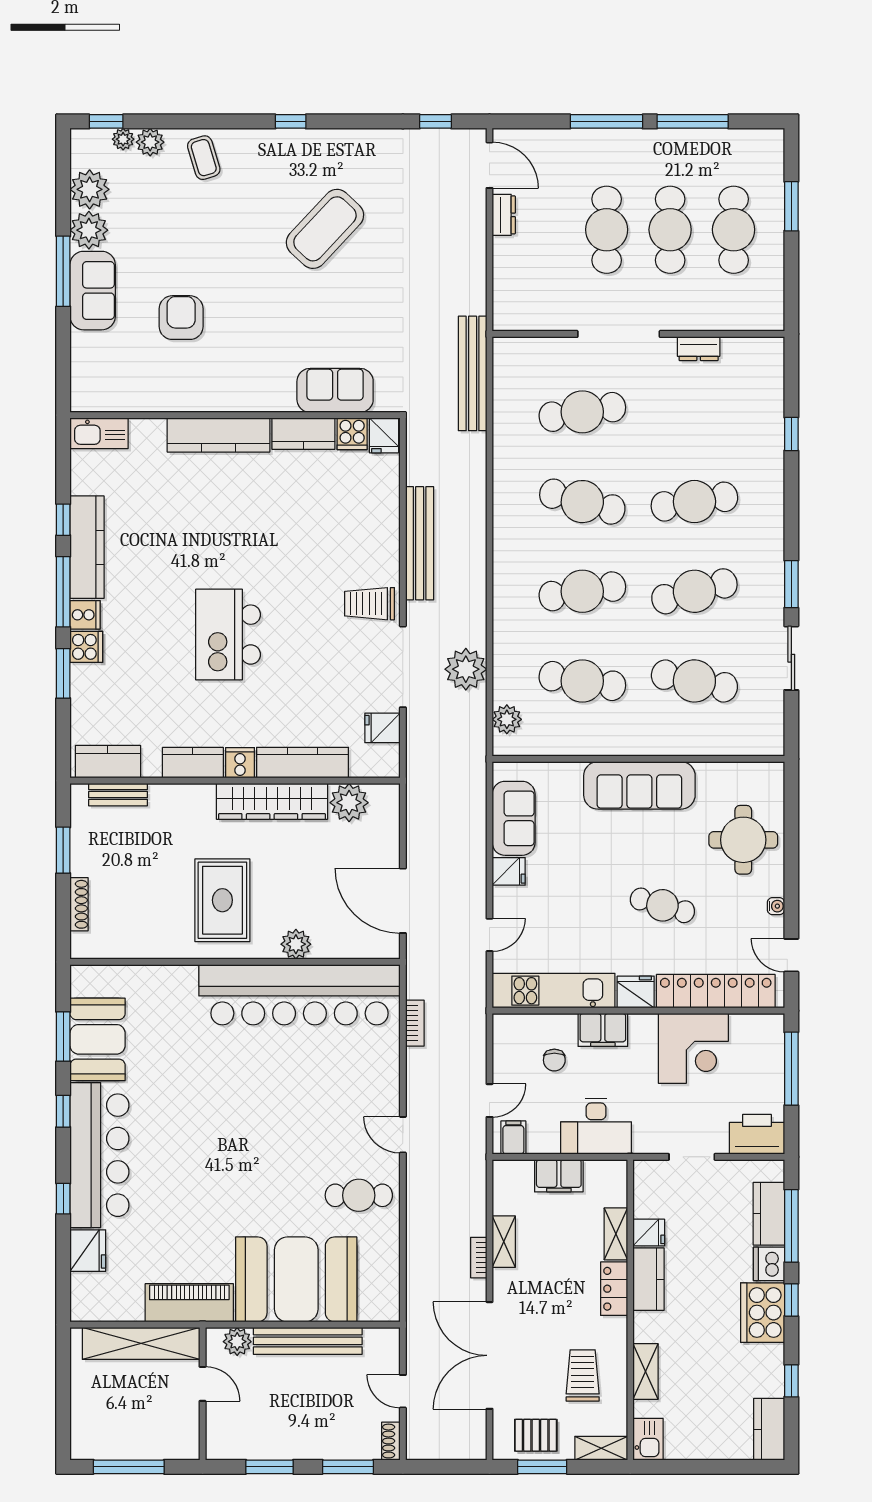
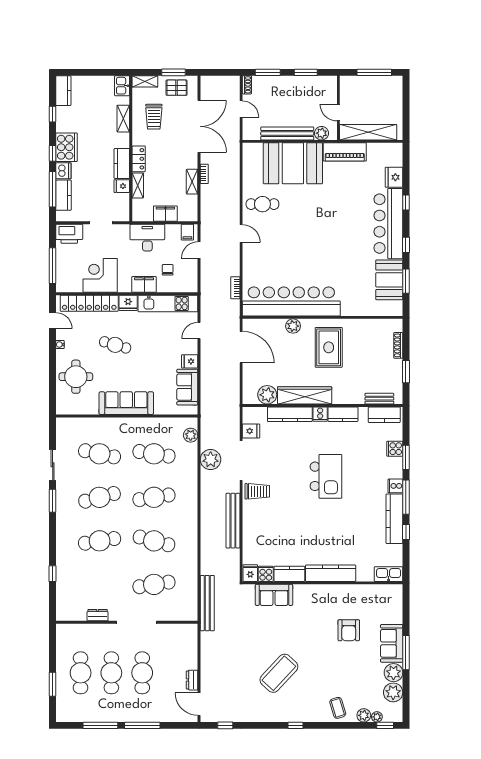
cooker: (86, 647) -> (395, 449), moved

